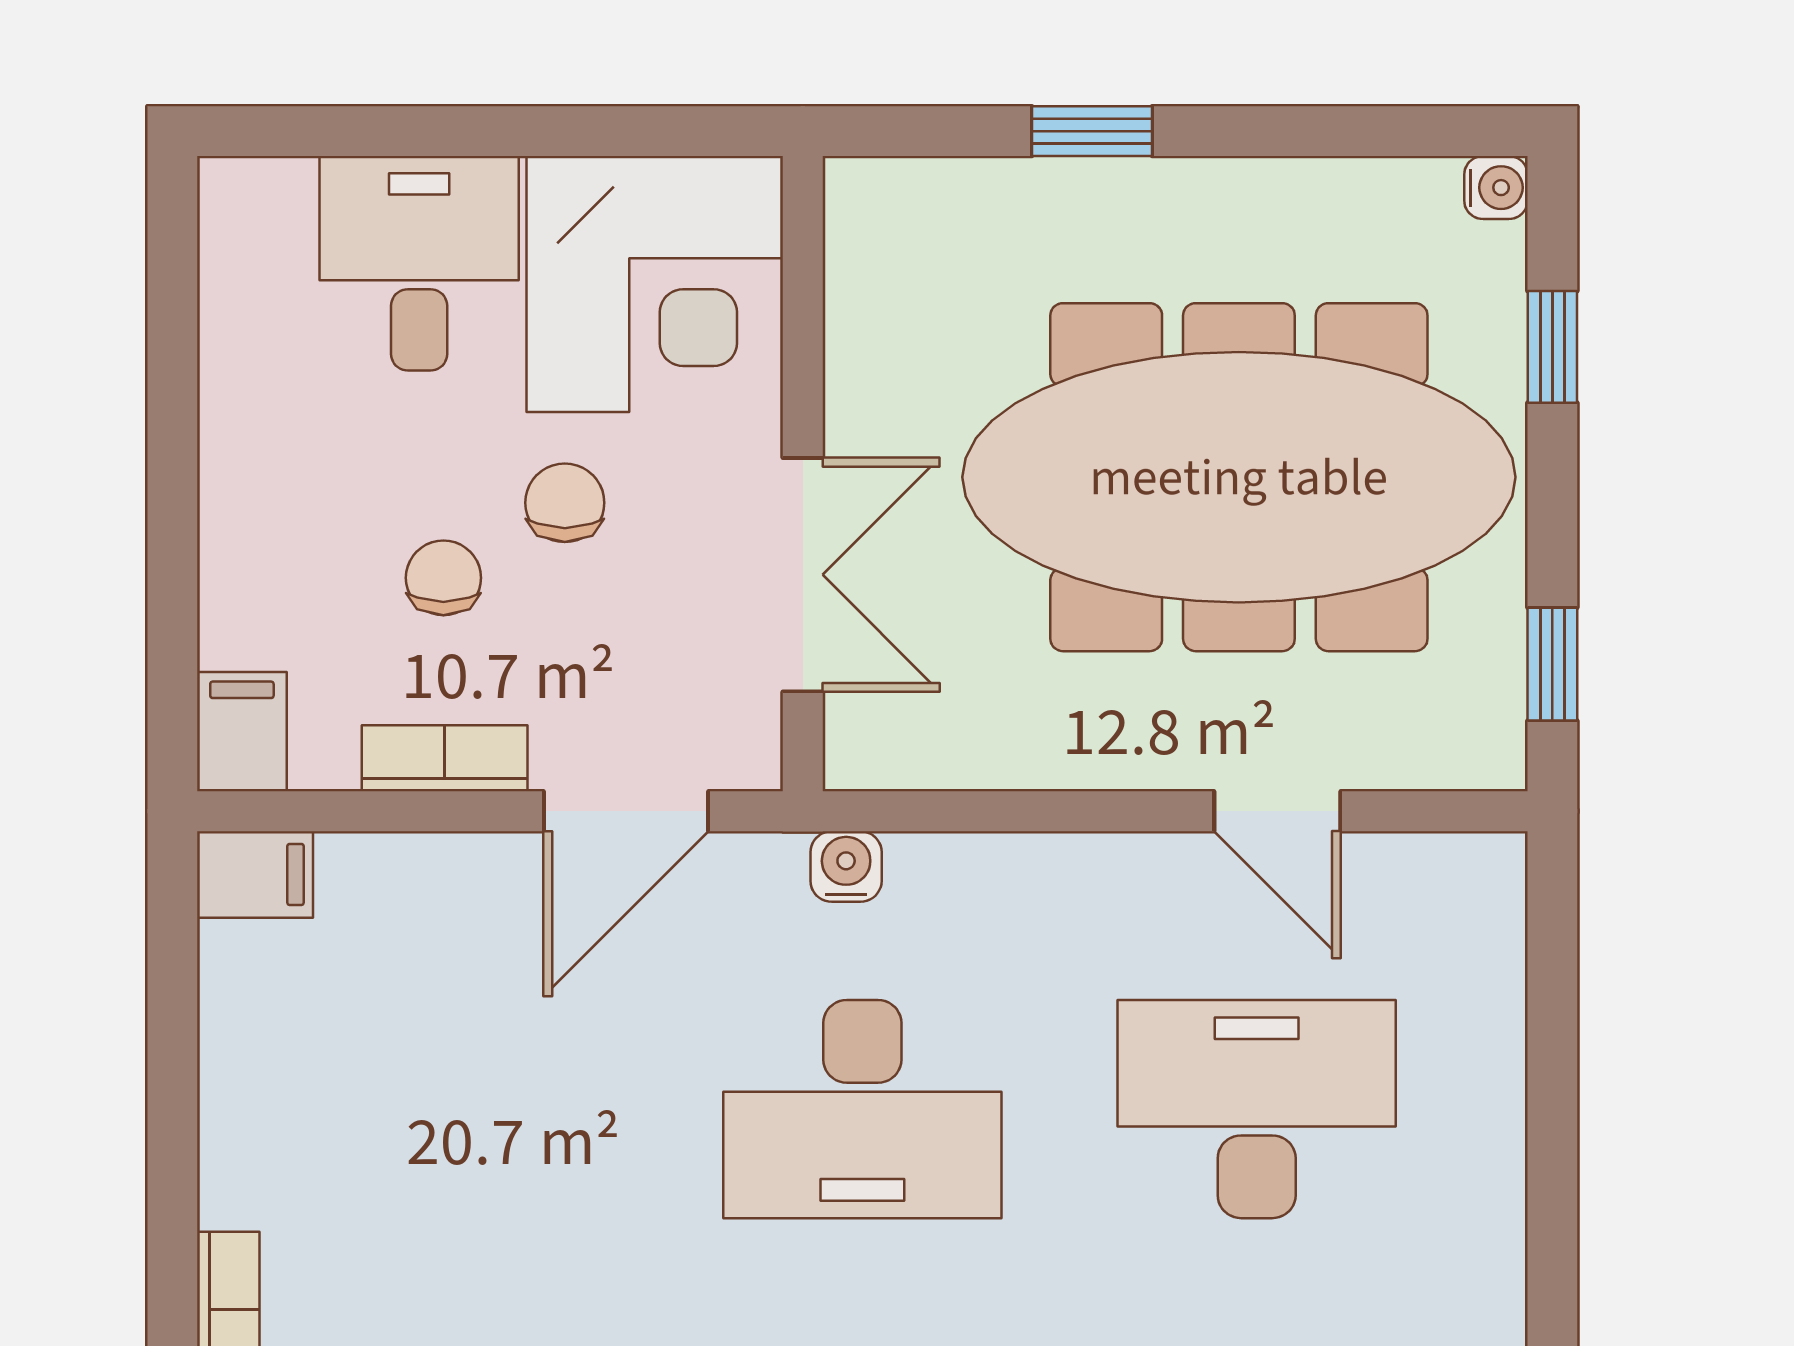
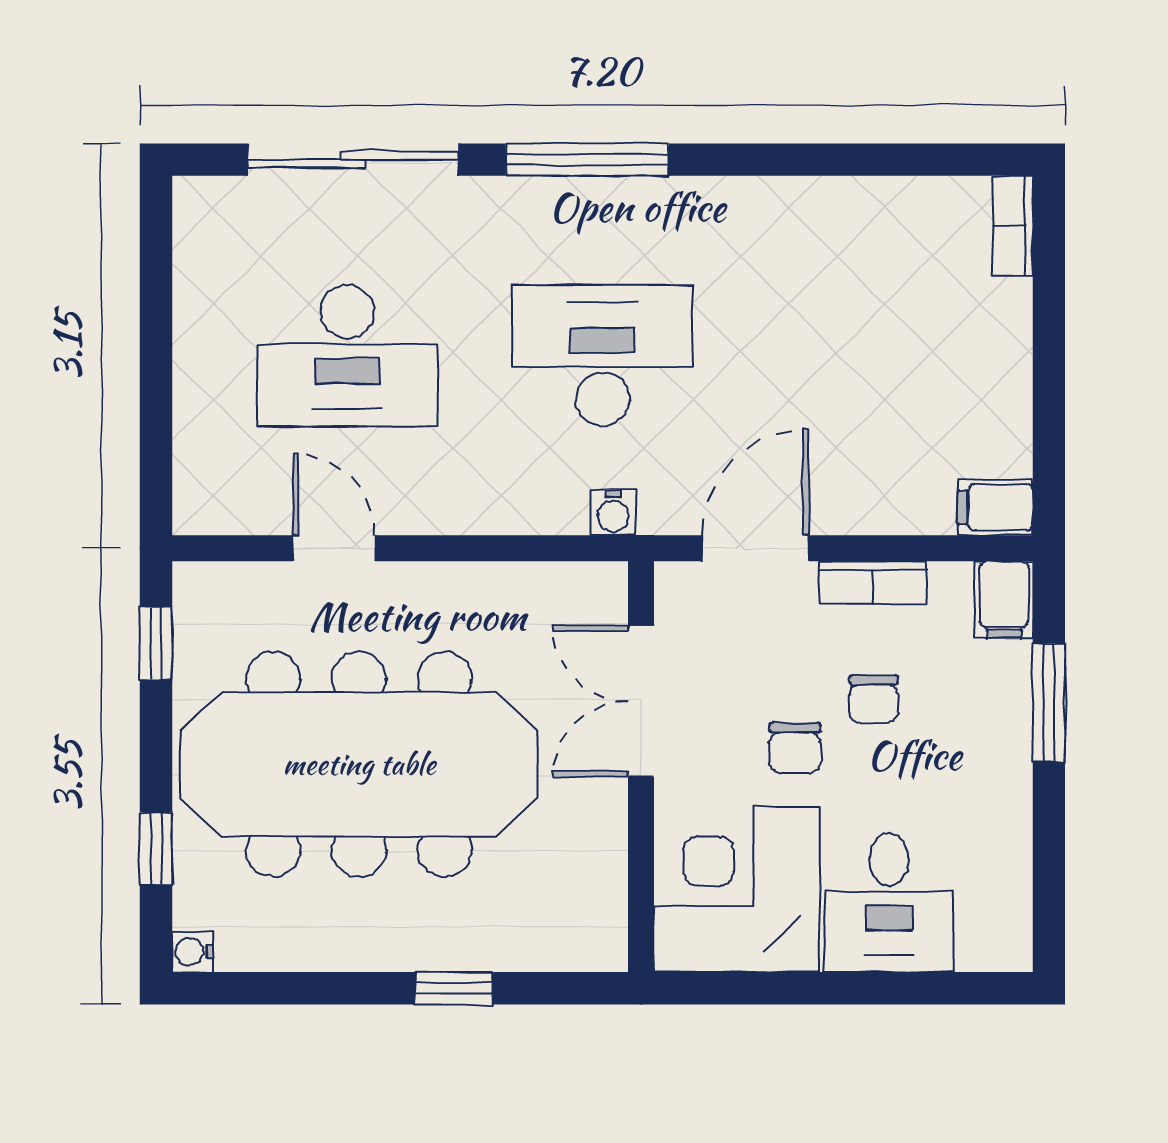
window: (172, 573) -> (1049, 703), added

